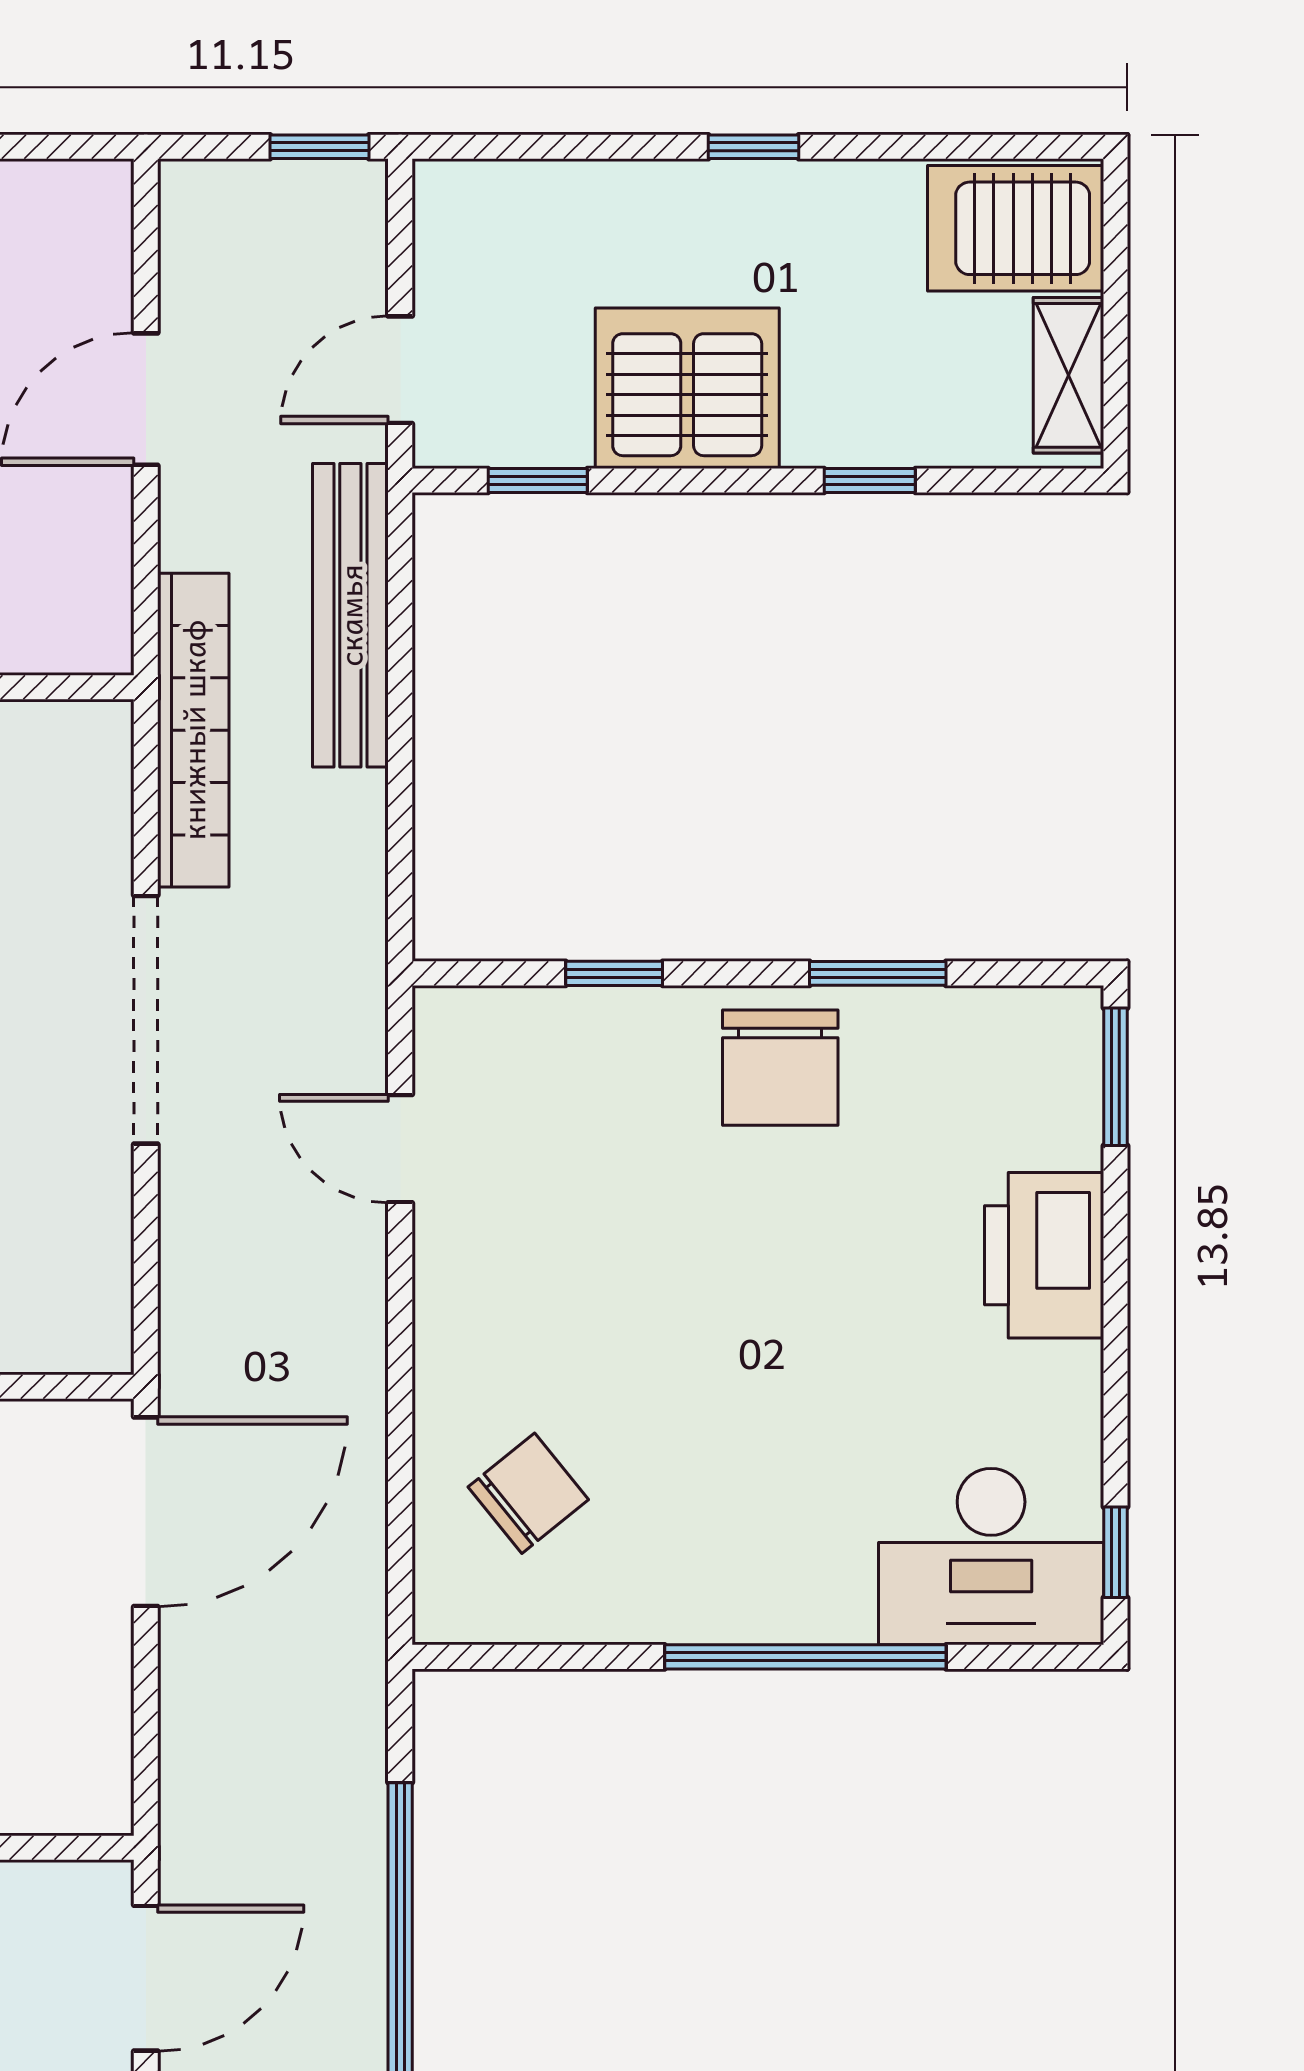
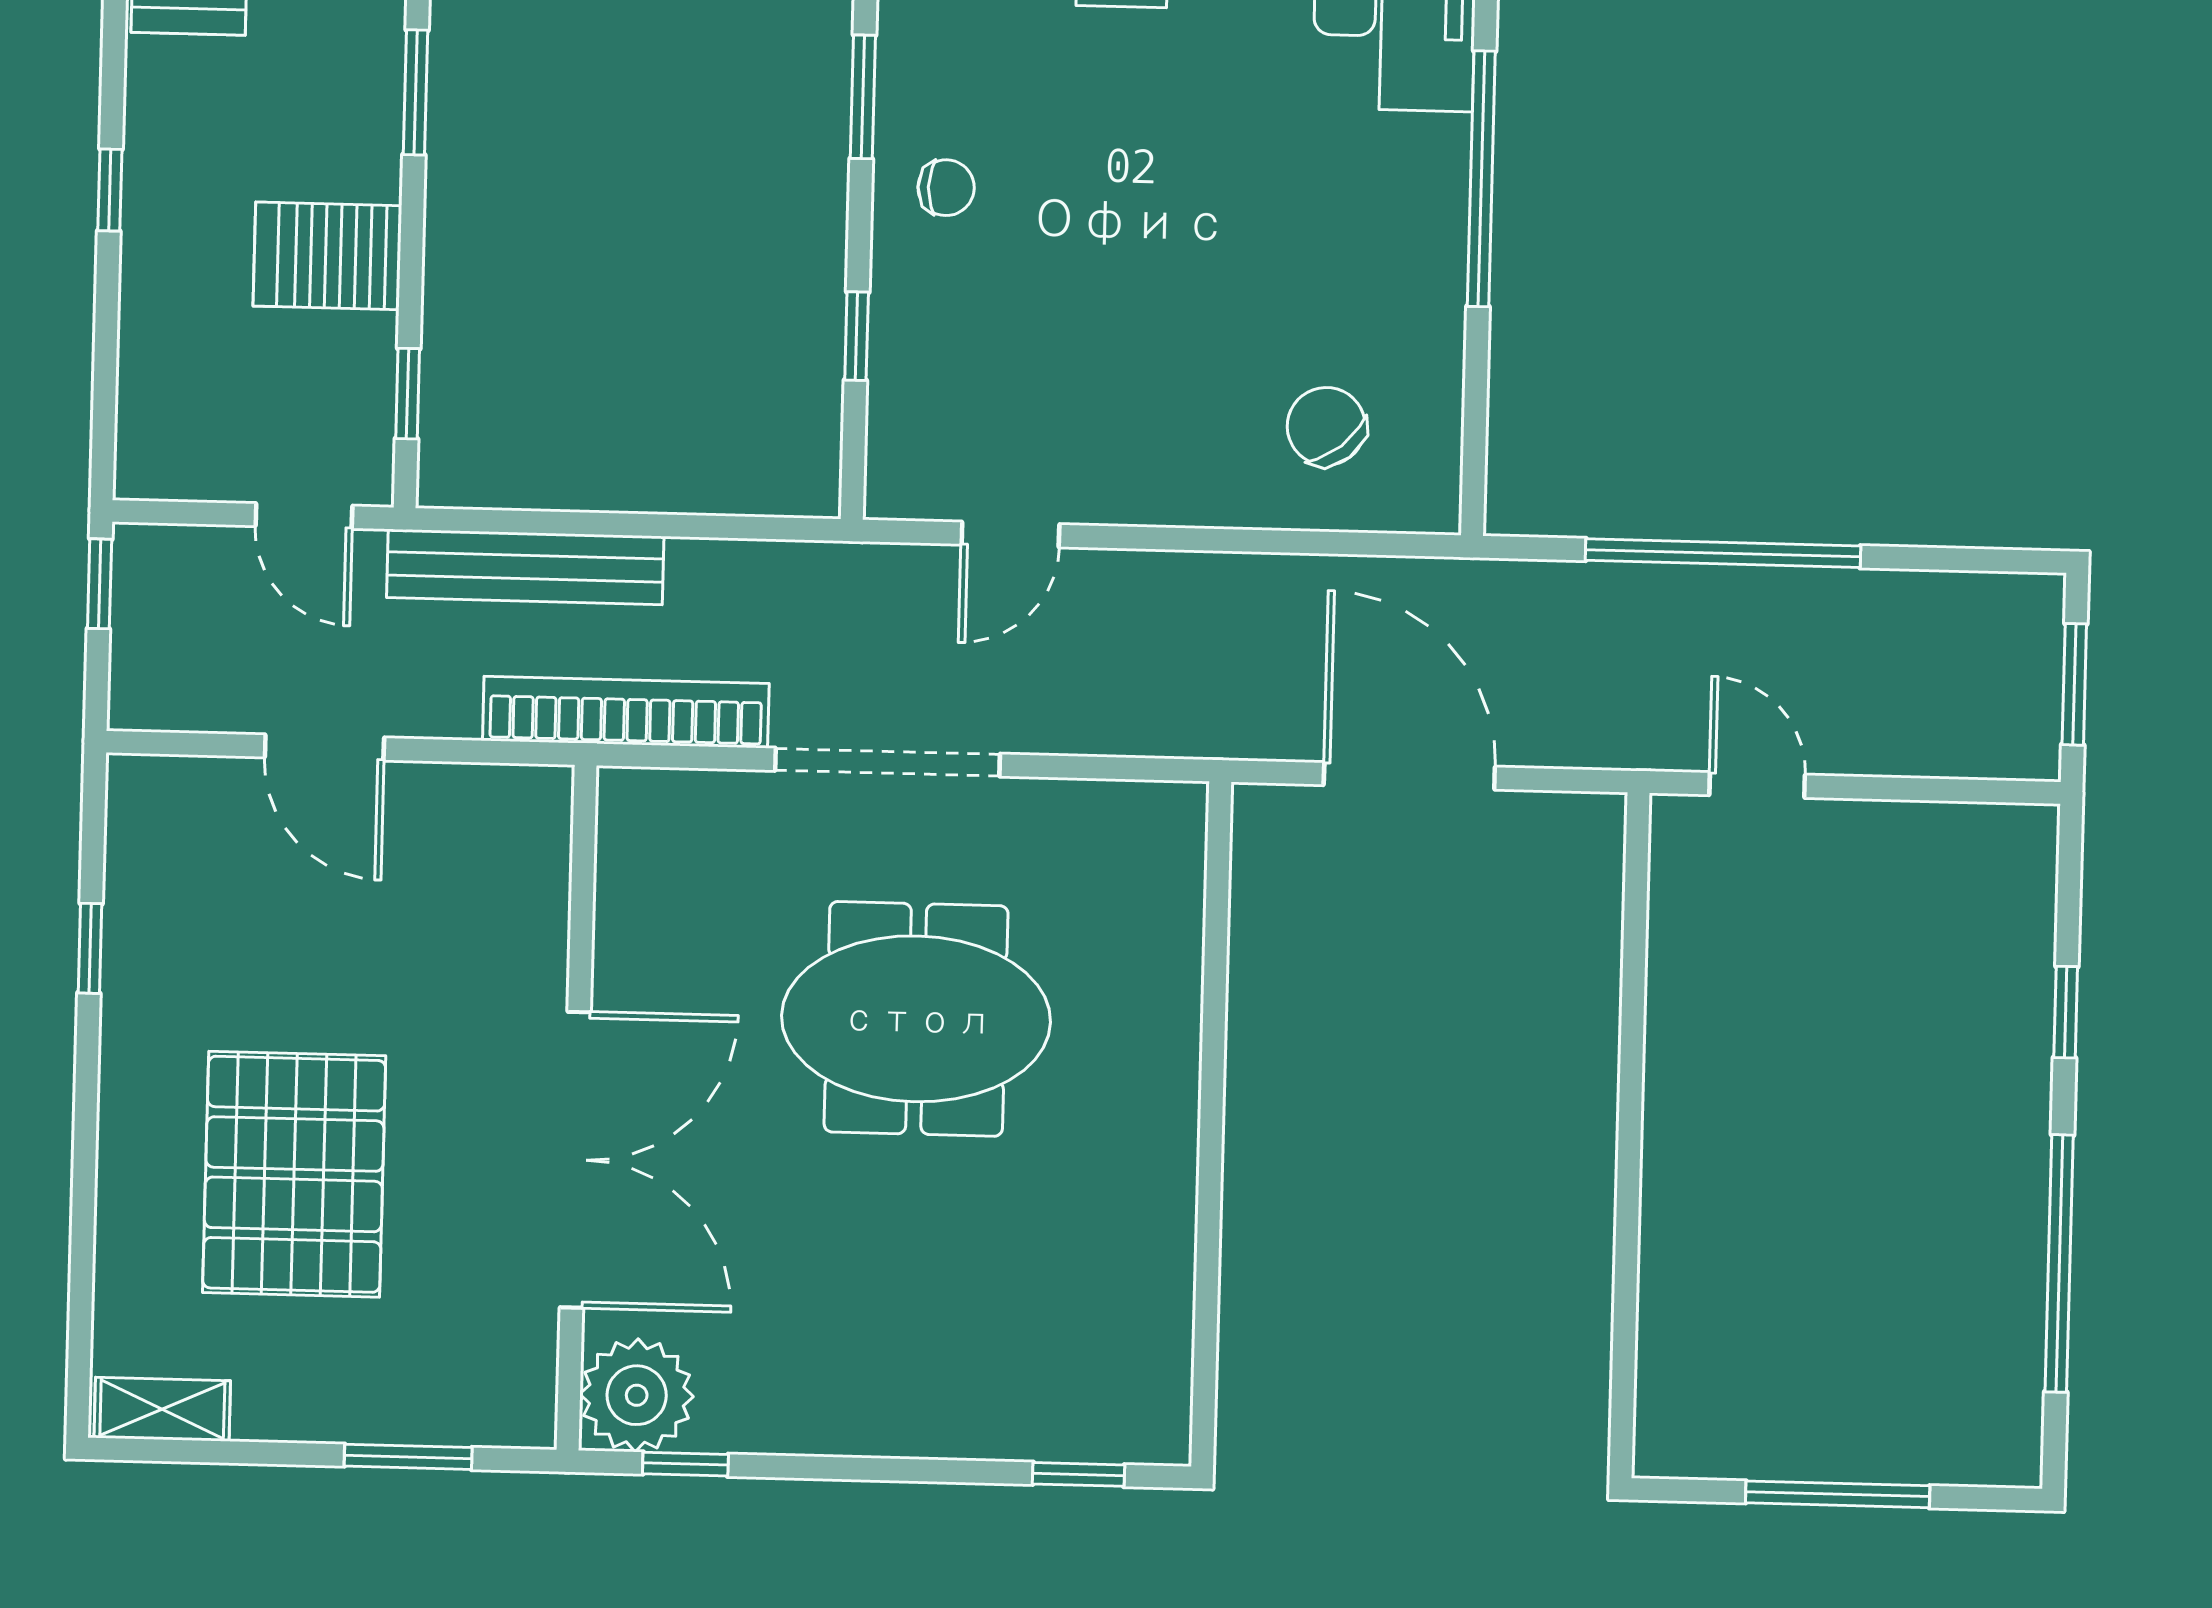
server rack: (687, 388) -> (327, 256), width x0.62
window: (870, 481) -> (416, 92), width x1.50
chair: (780, 1068) -> (946, 188), width x0.54, depth x0.54
door: (146, 1512) -> (1409, 776), moved
door: (146, 1978) -> (1757, 785), width x0.73

